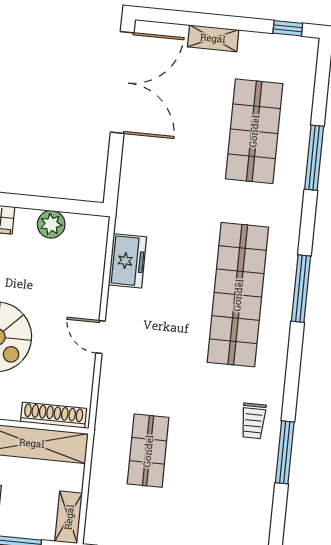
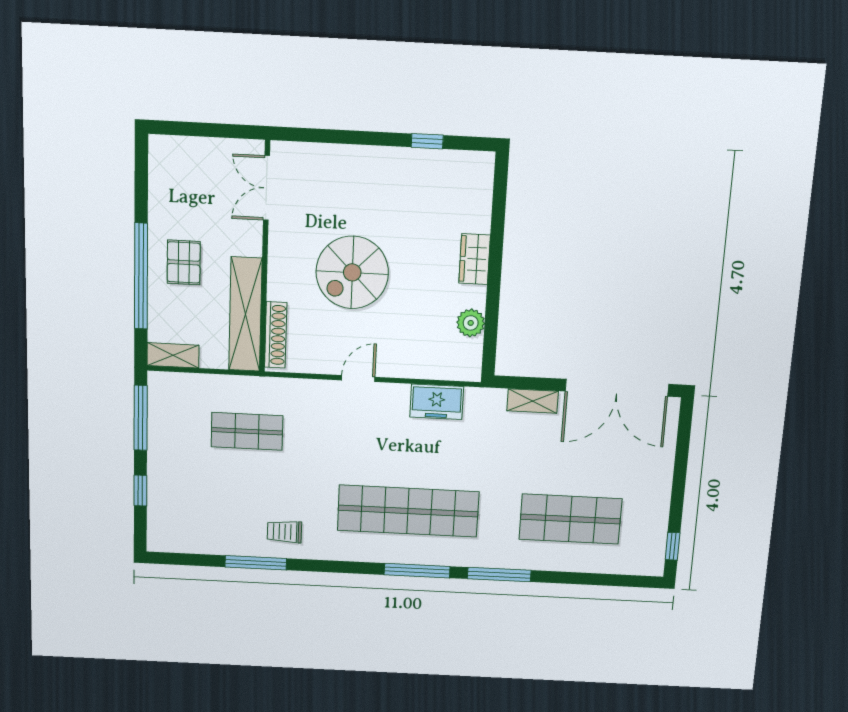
shelving: (213, 38) -> (533, 401), moved, turned 90
window: (314, 158) -> (499, 575), moved

